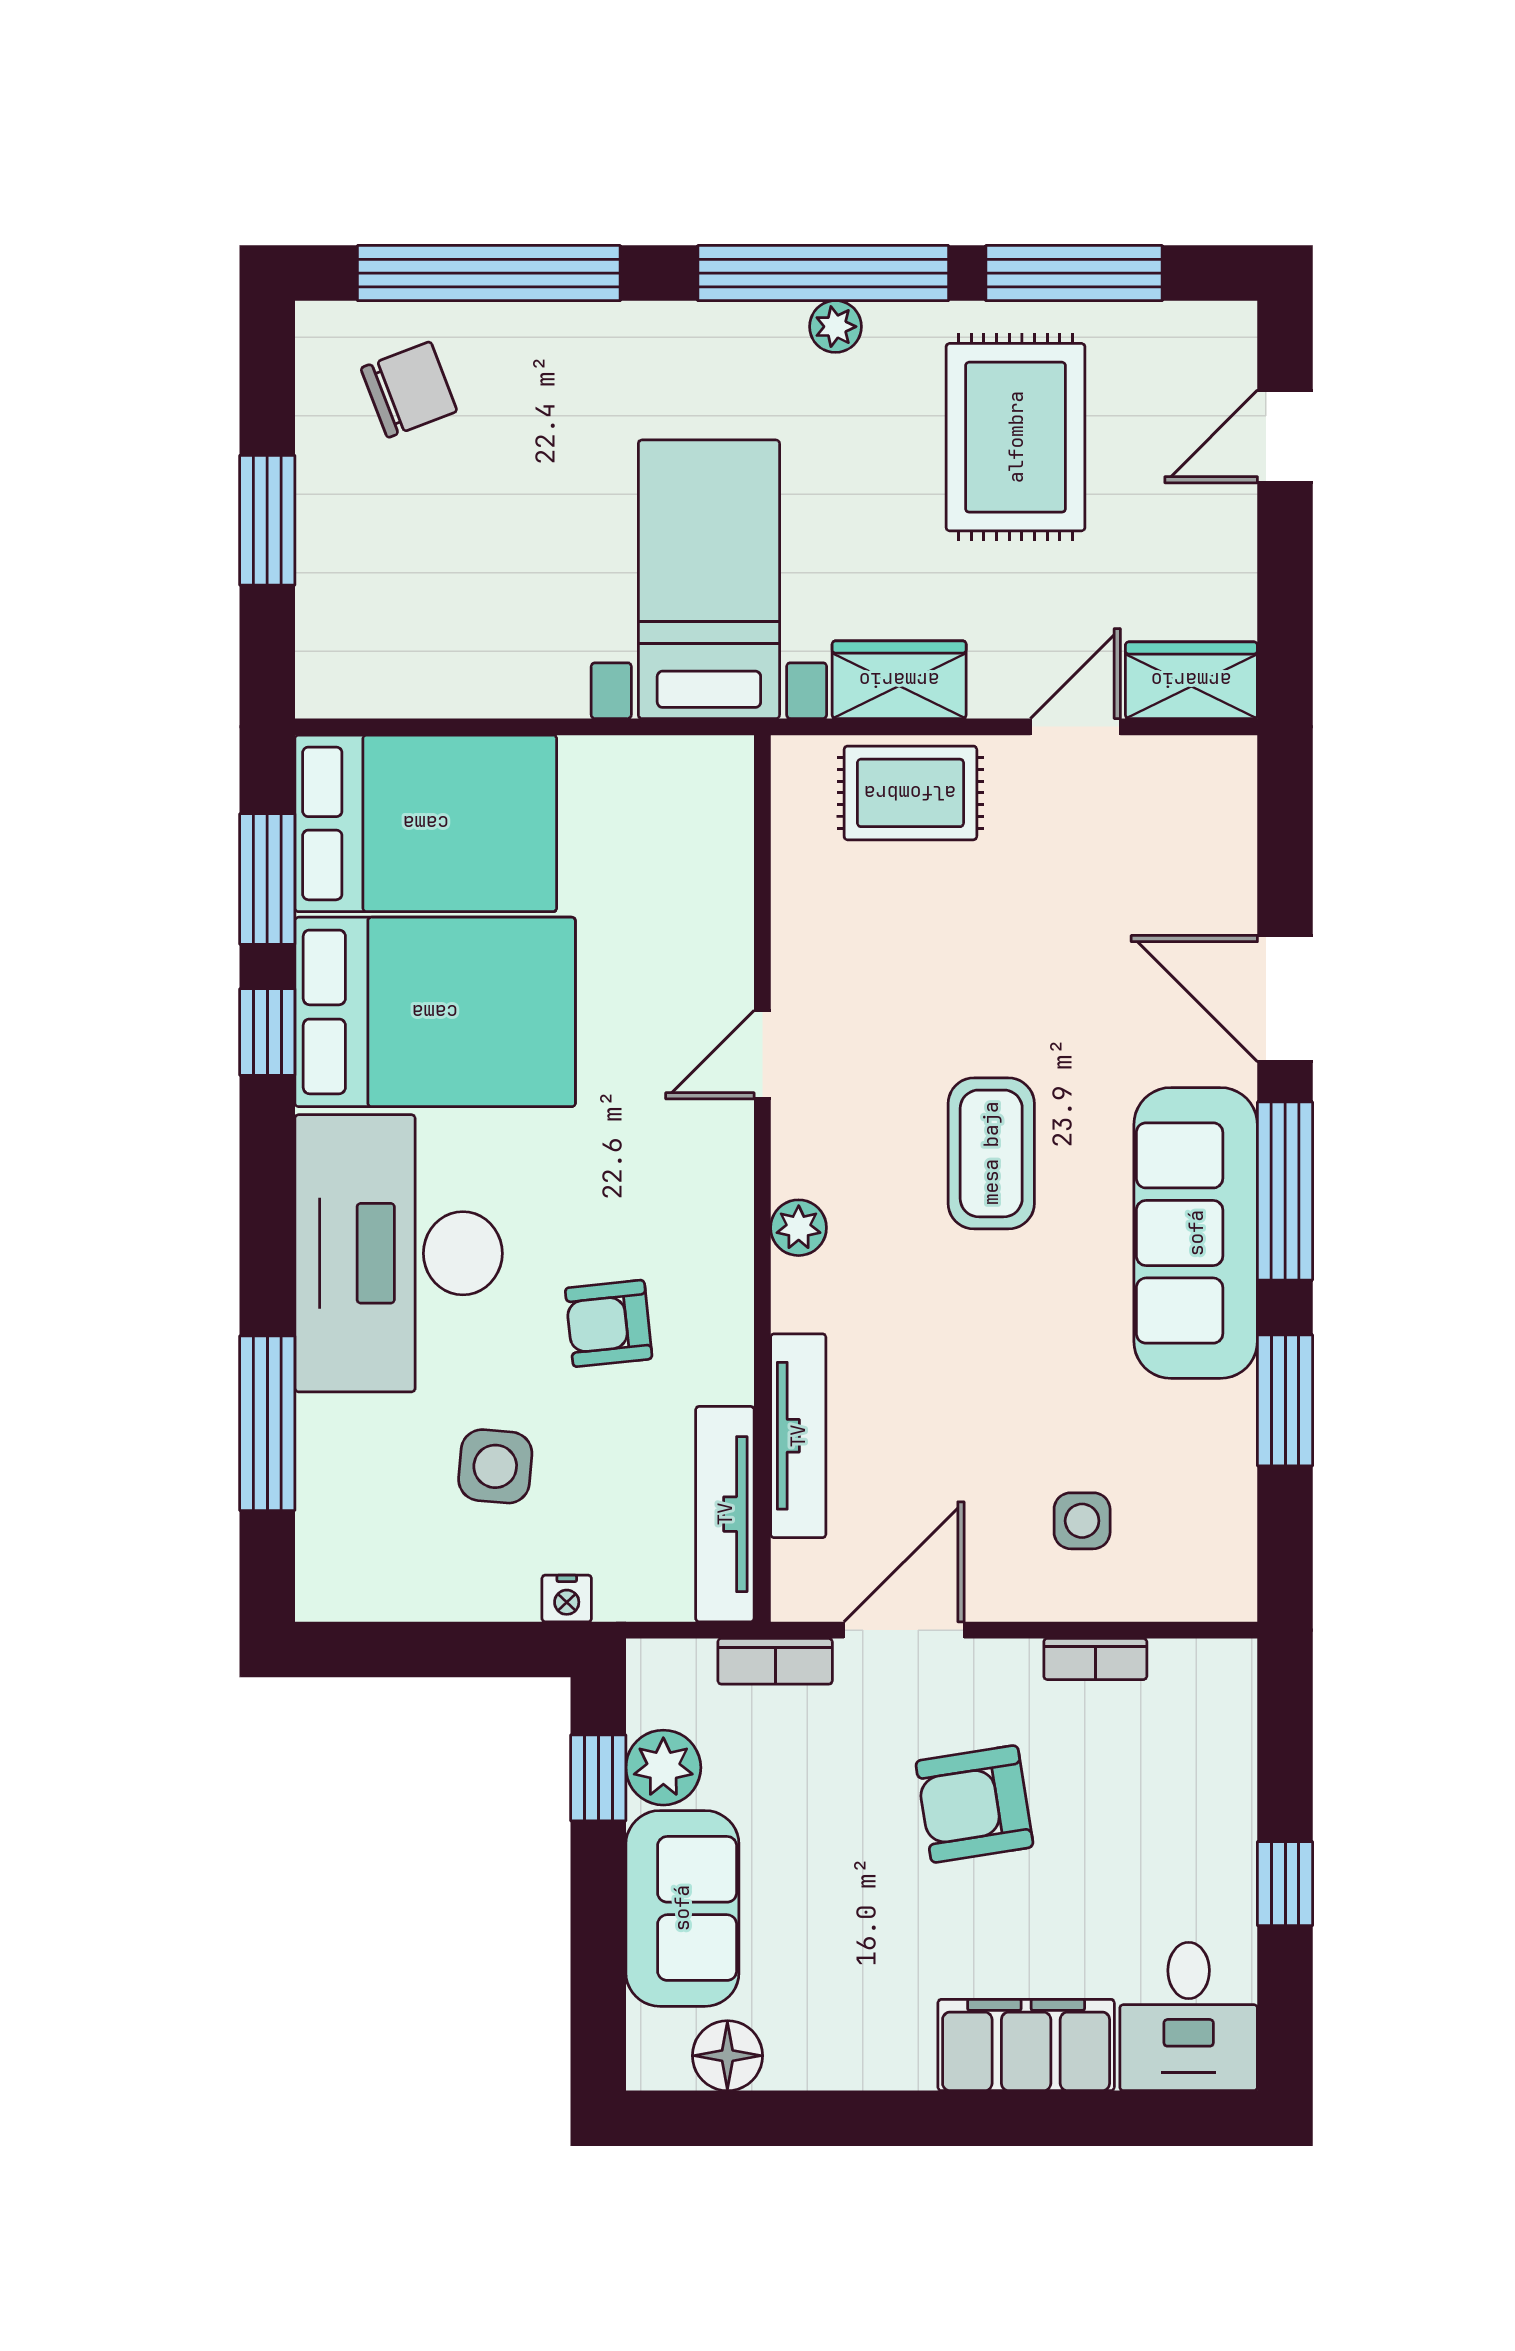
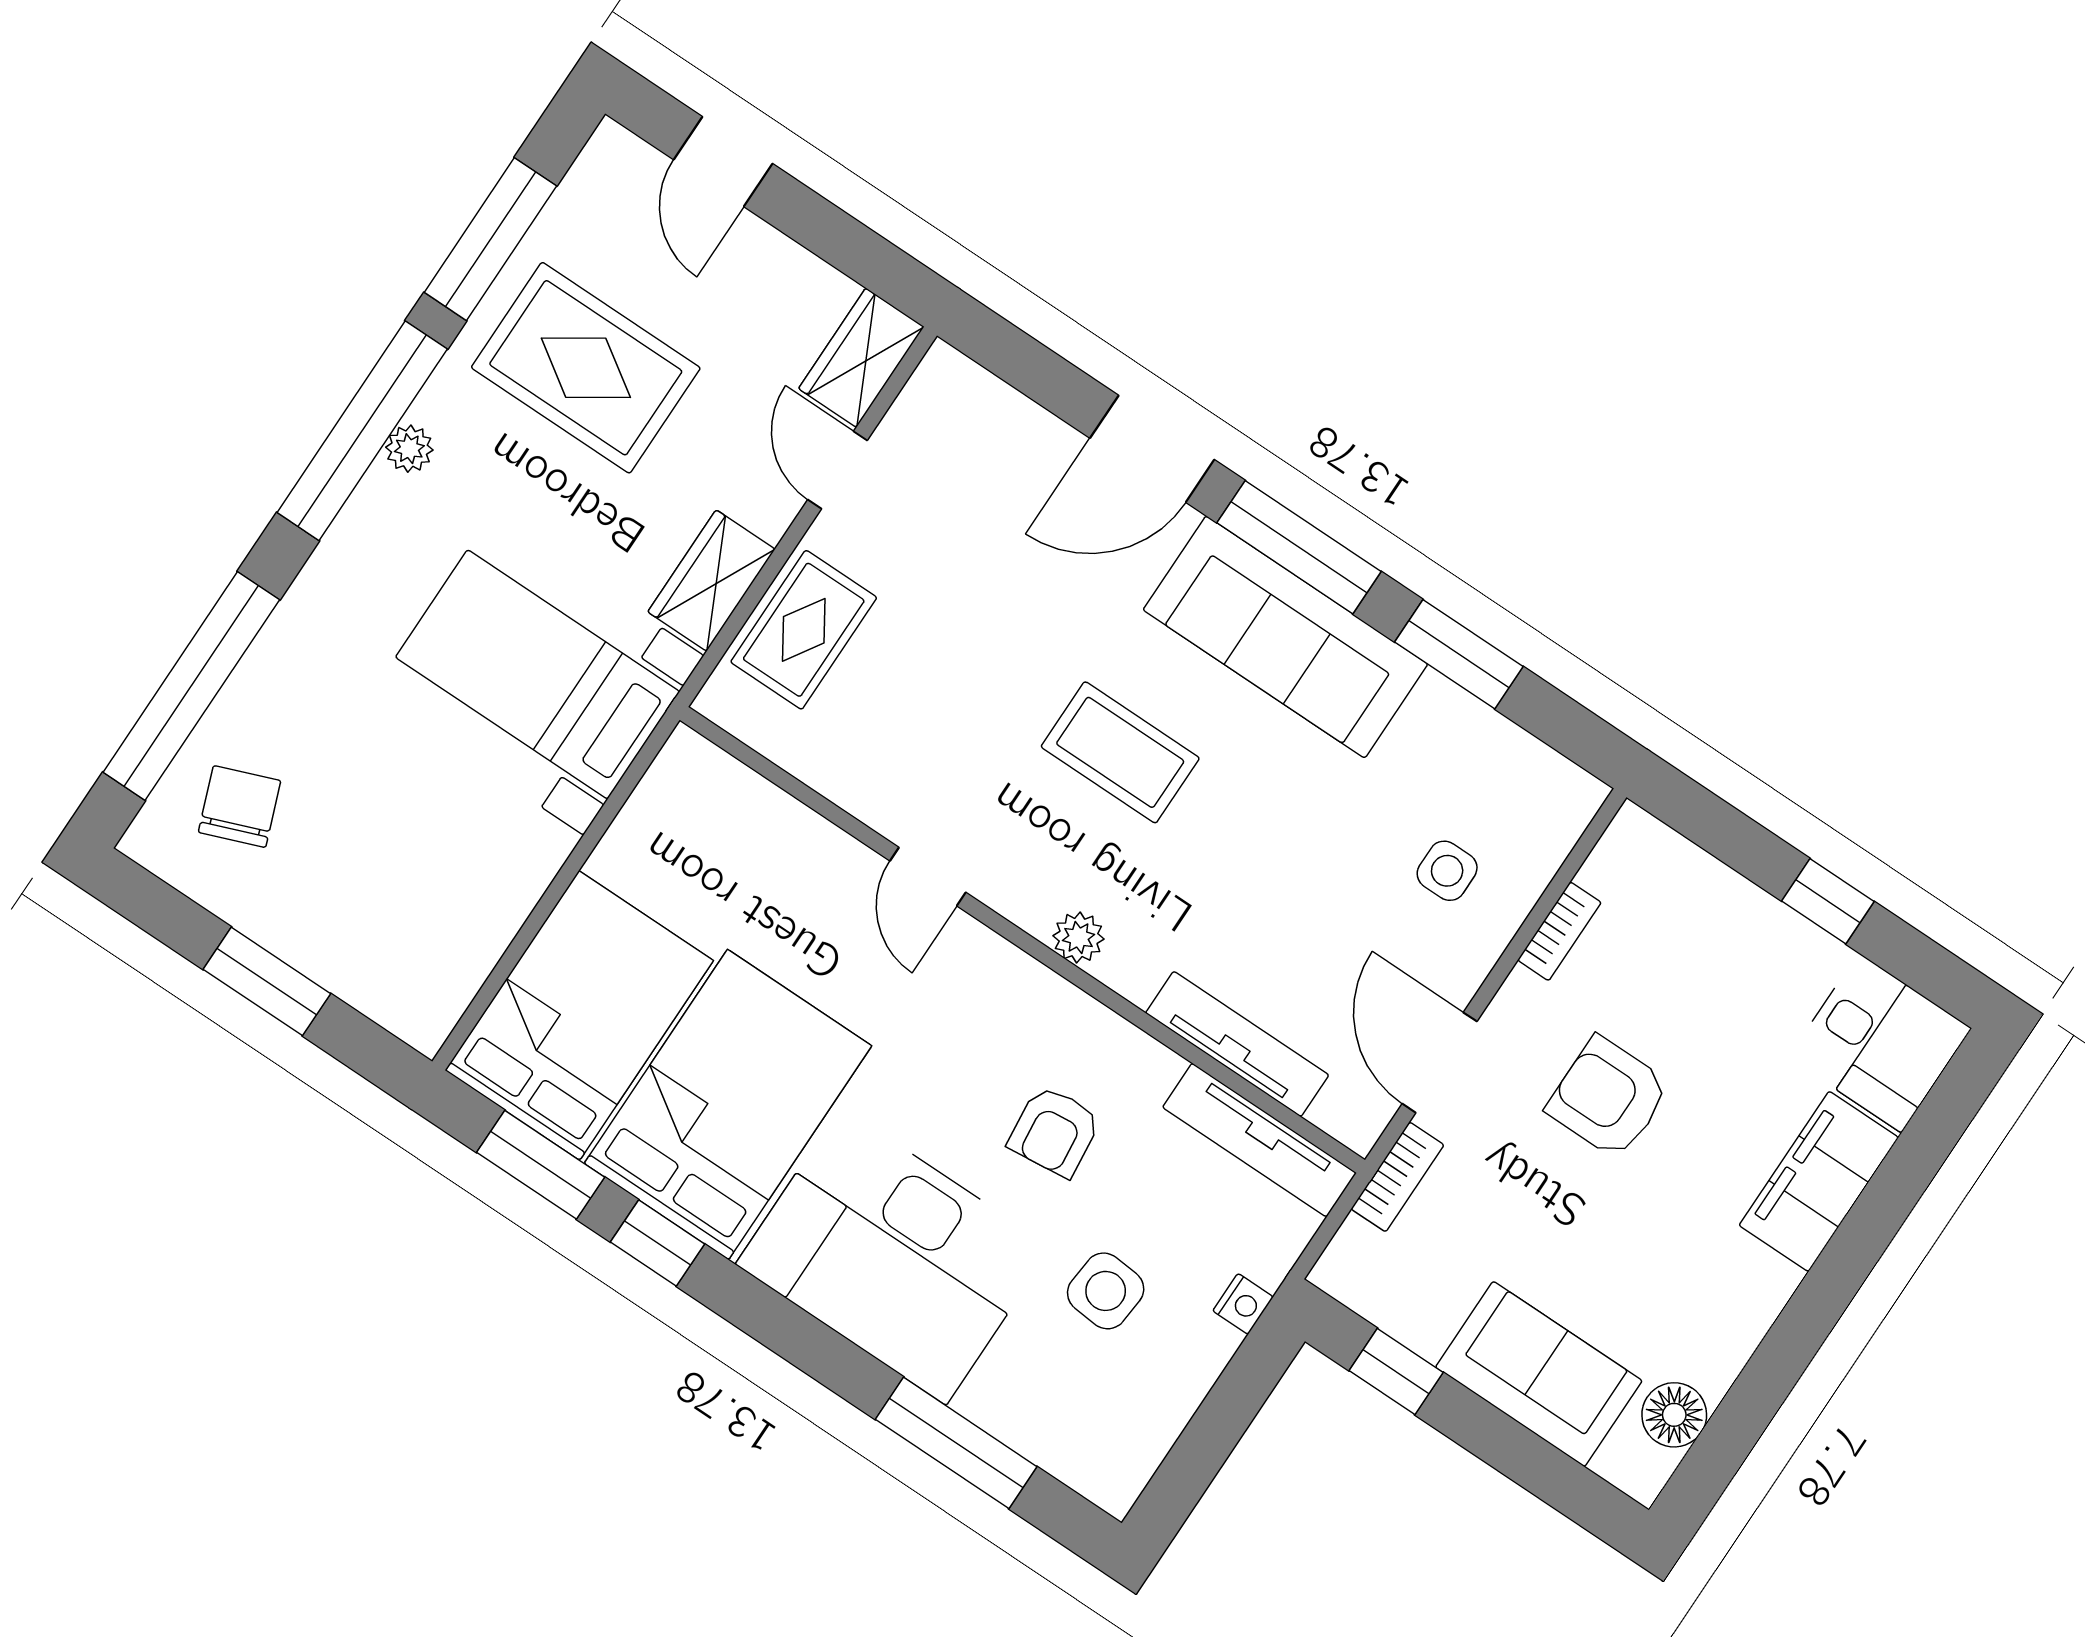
plant: (663, 1768) -> (1421, 1317), removed
armchair: (974, 1804) -> (1608, 1098), turned 99

